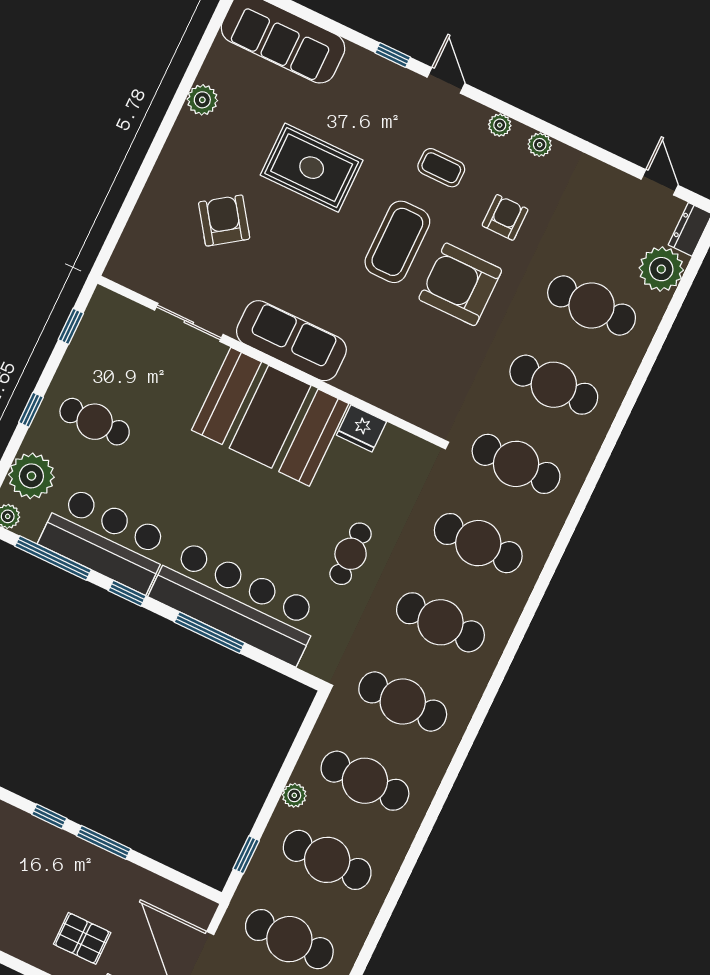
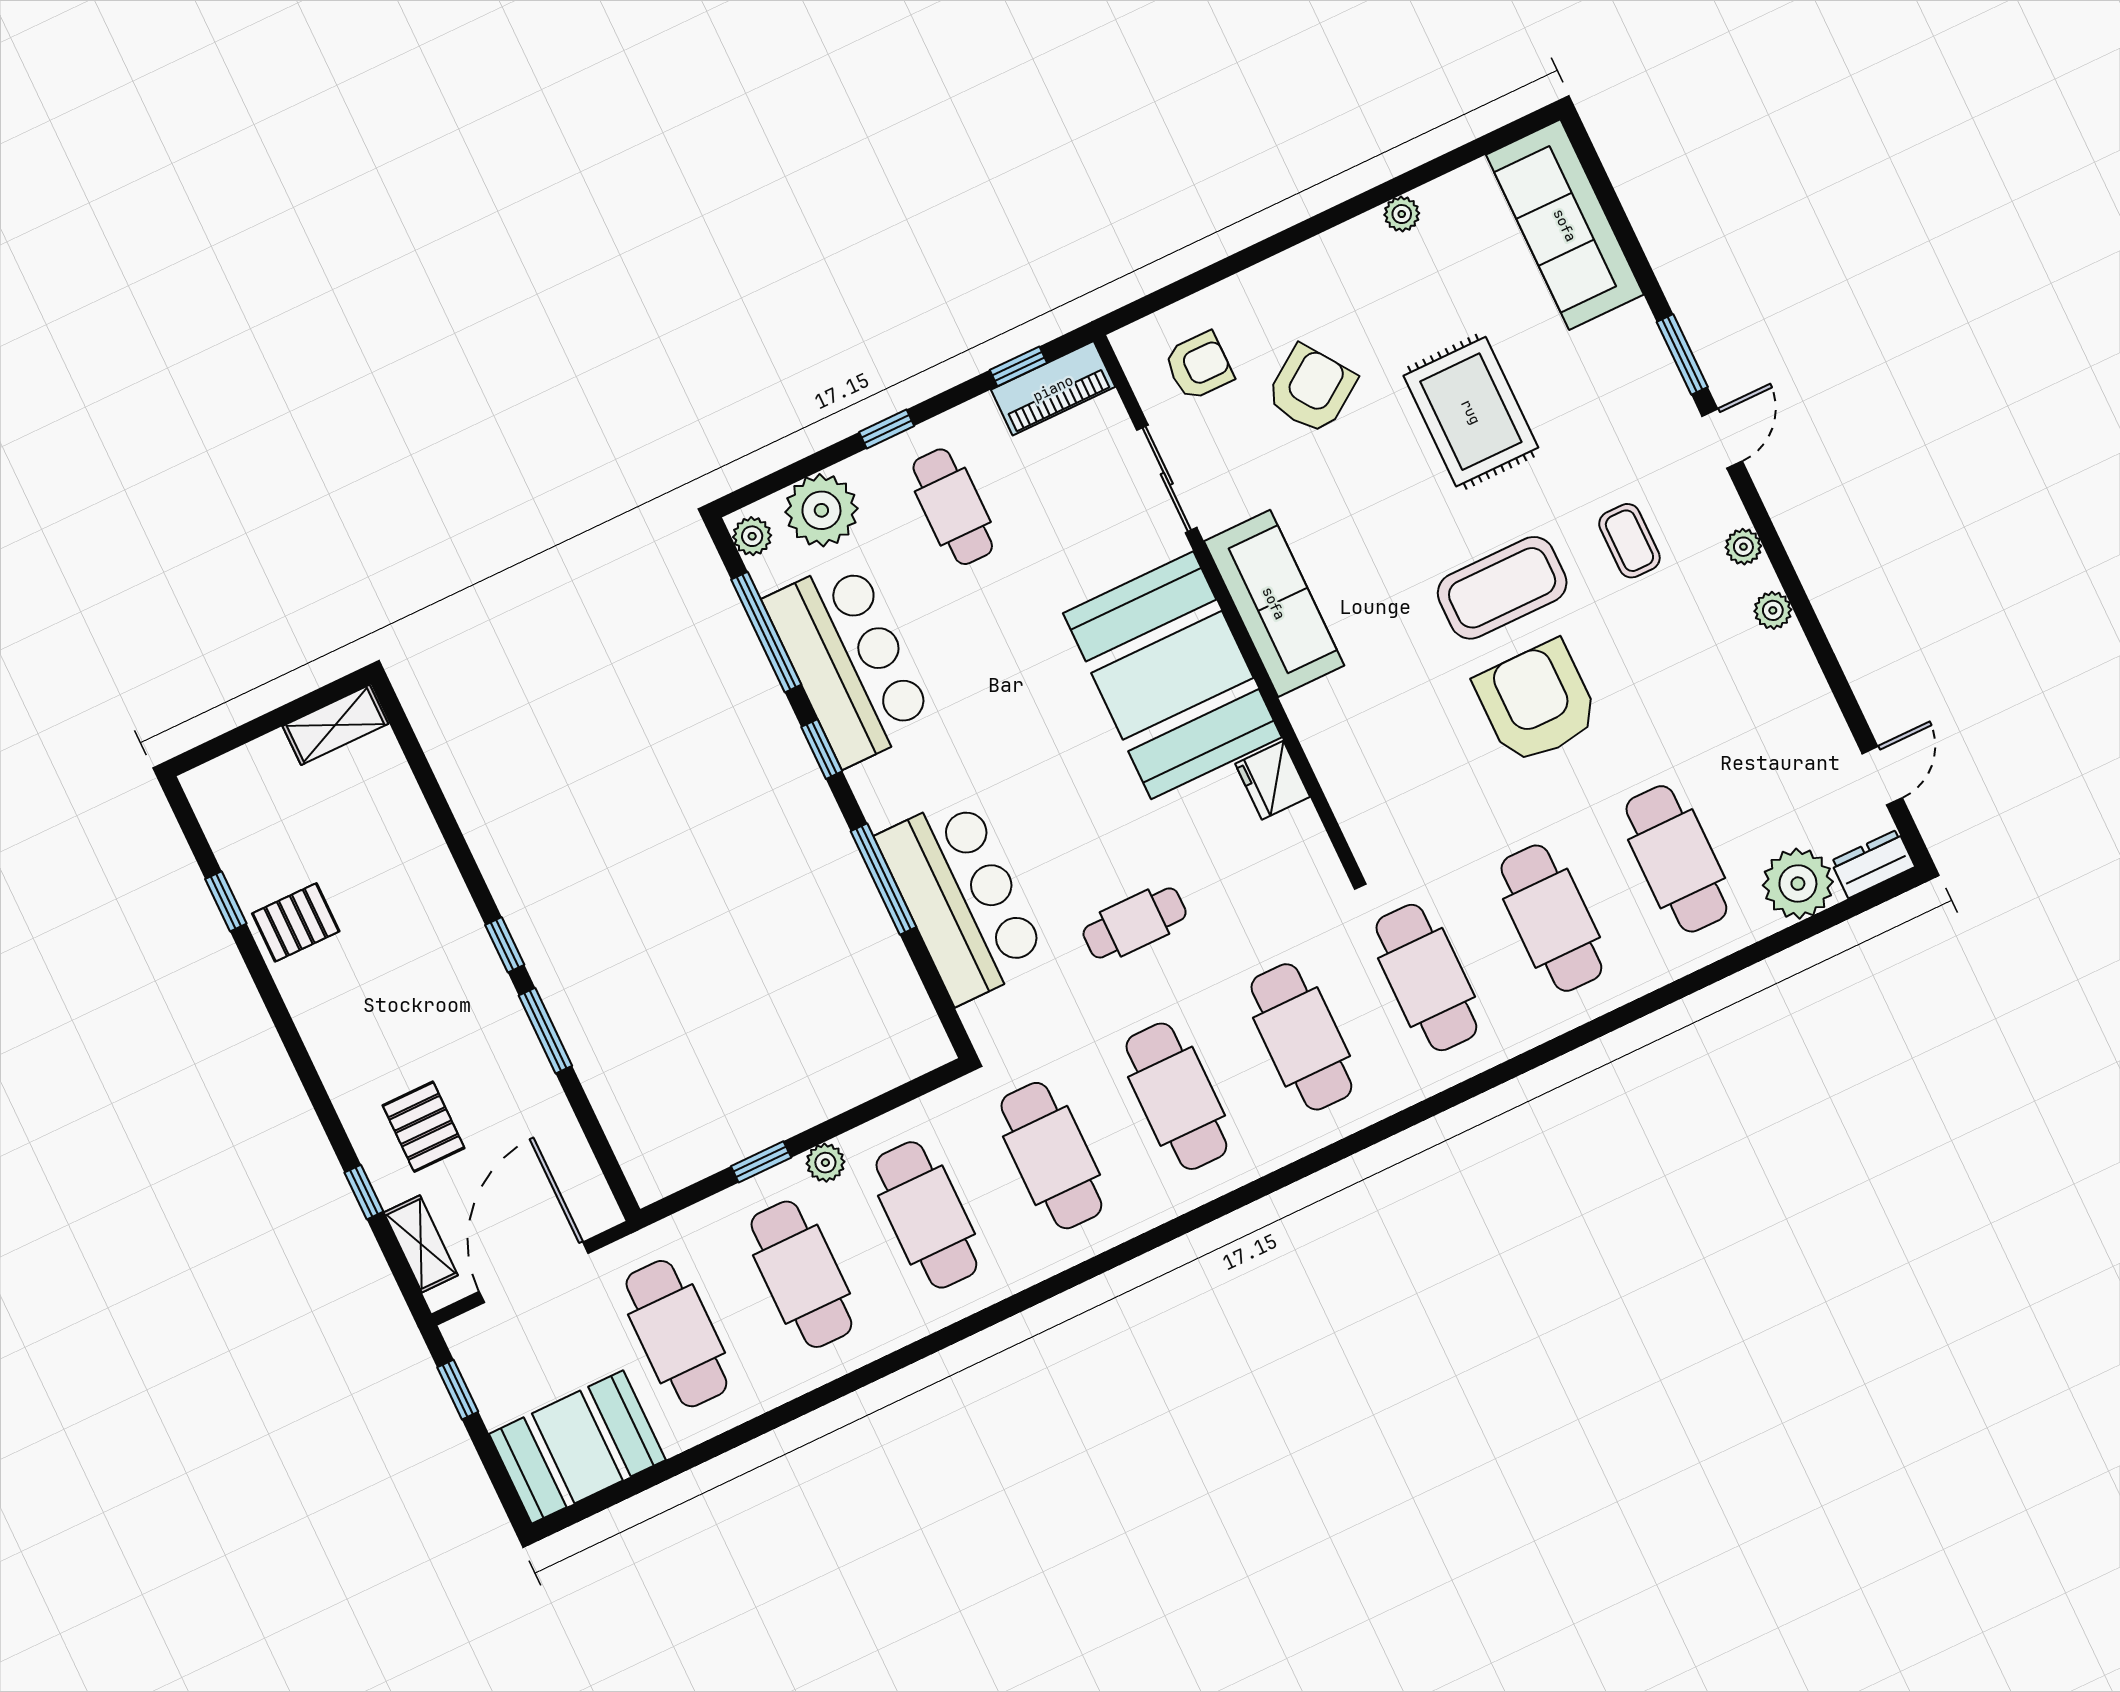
window: (393, 55) -> (1682, 354), width x1.50
plant: (202, 100) -> (1402, 214), width x0.73, depth x0.73
armchair: (505, 217) -> (1199, 366), moved
piano: (97, 323) -> (1053, 388), added
bar counter: (236, 602) -> (962, 899), width x0.73
window: (246, 855) -> (761, 1162), moved

